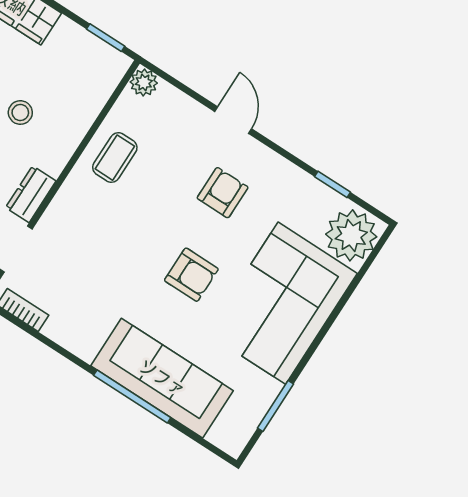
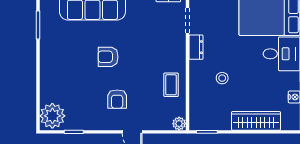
corner sofa: (282, 303) -> (63, 69), removed

